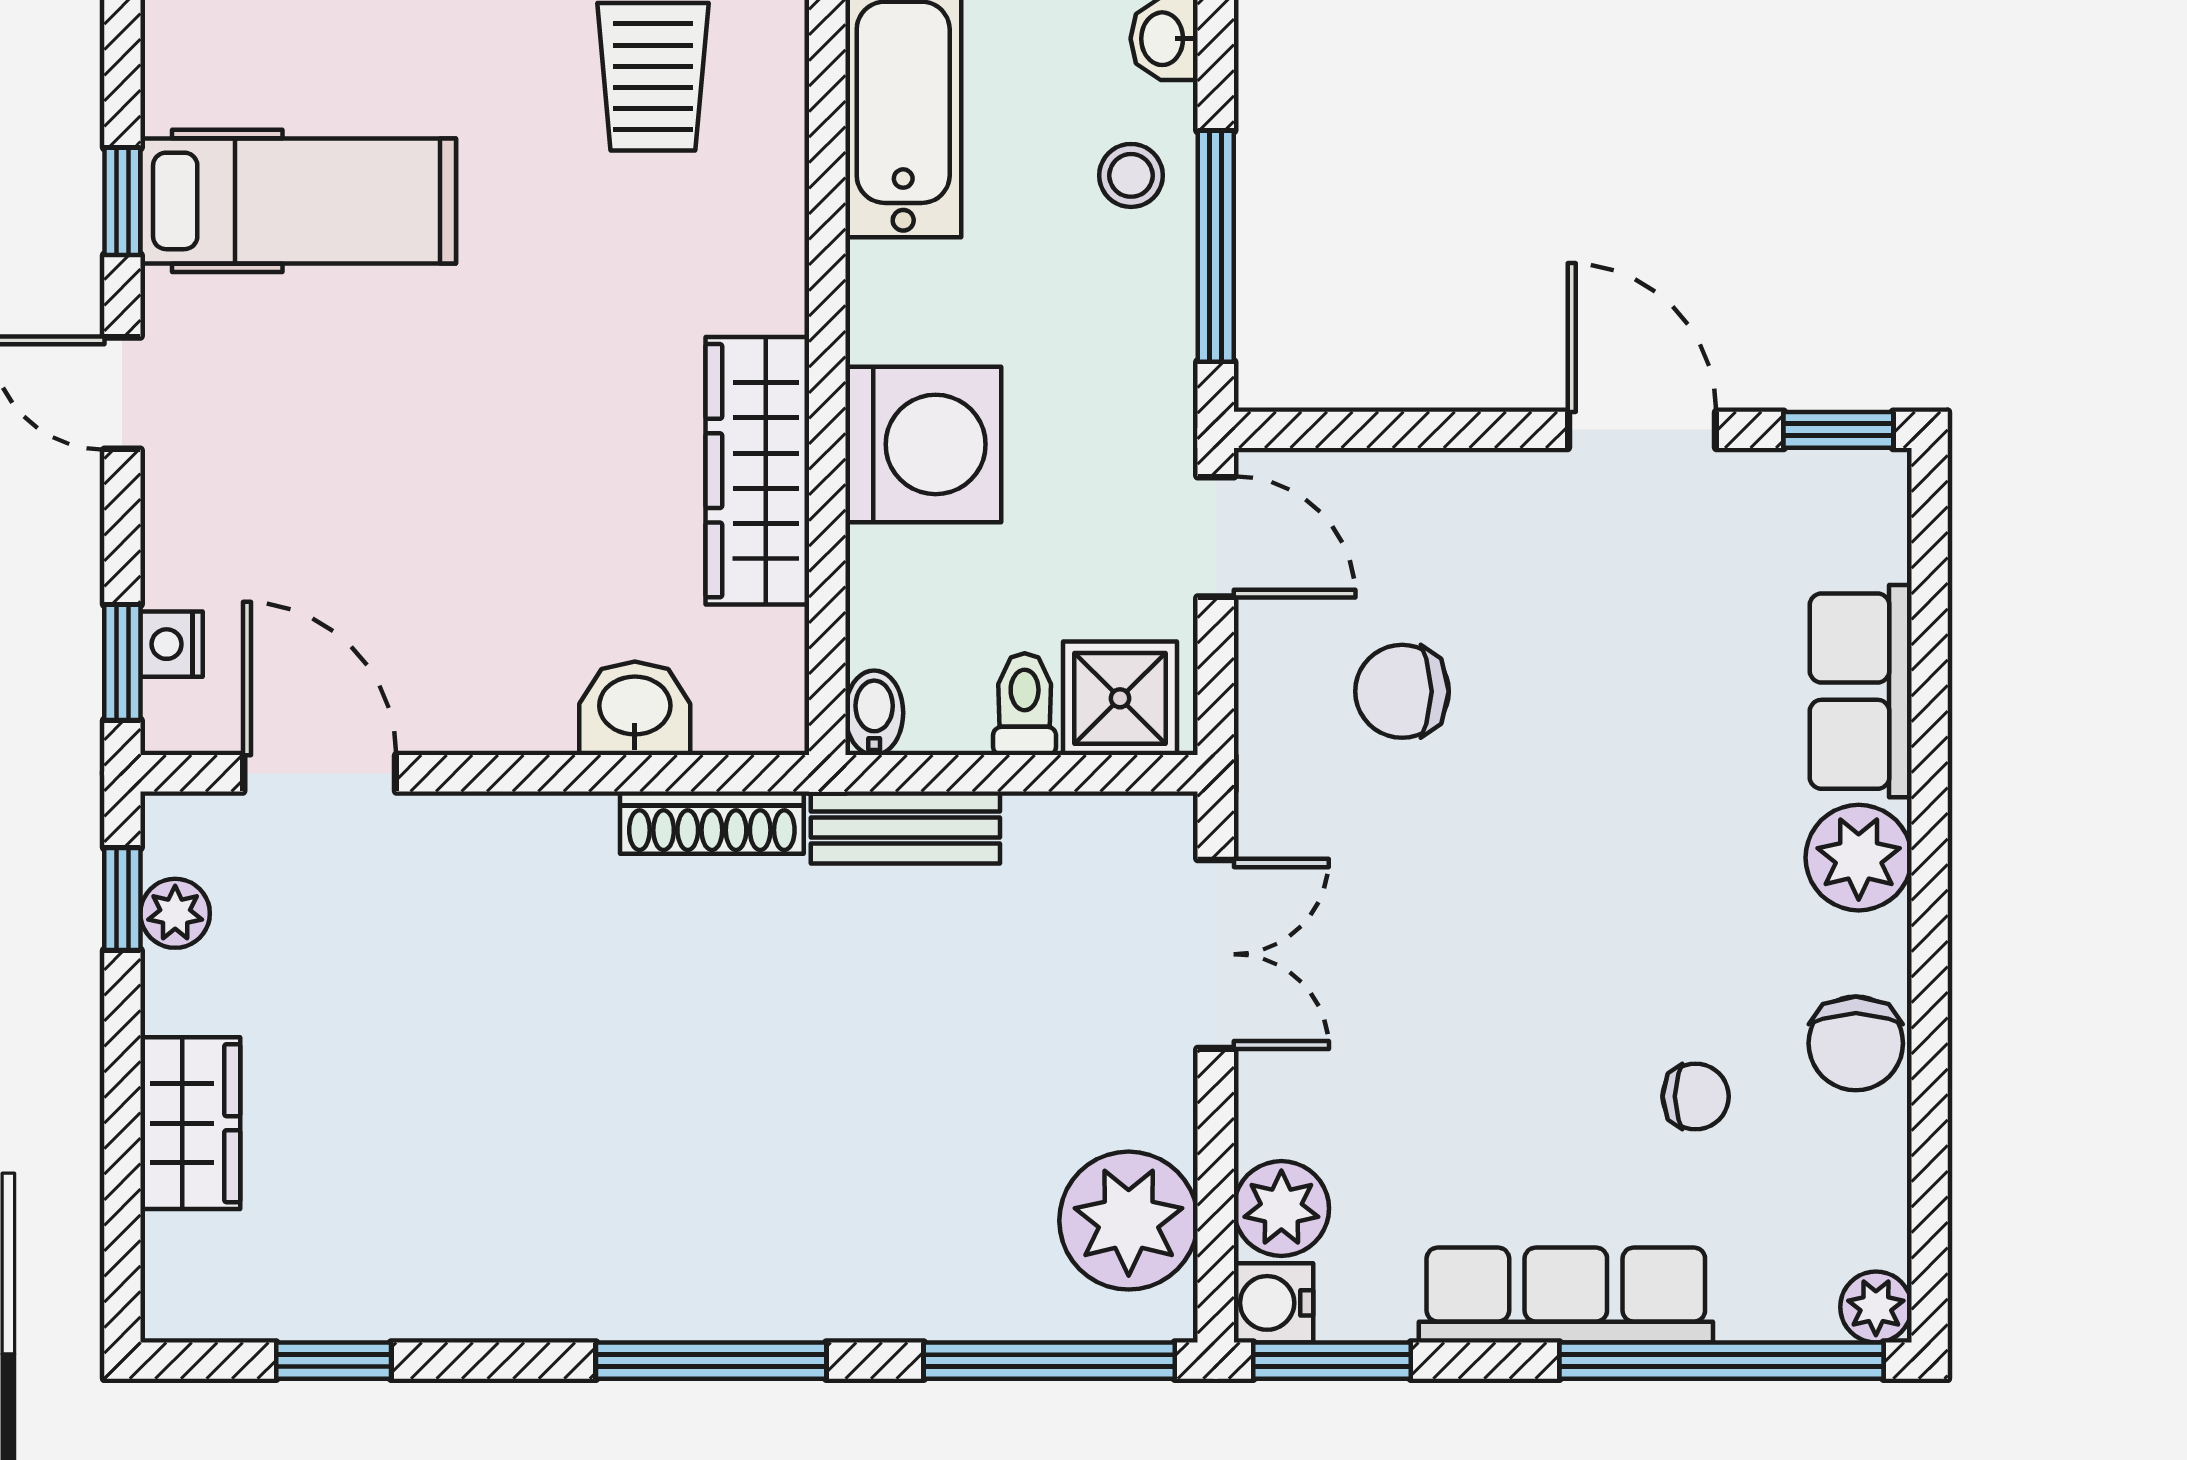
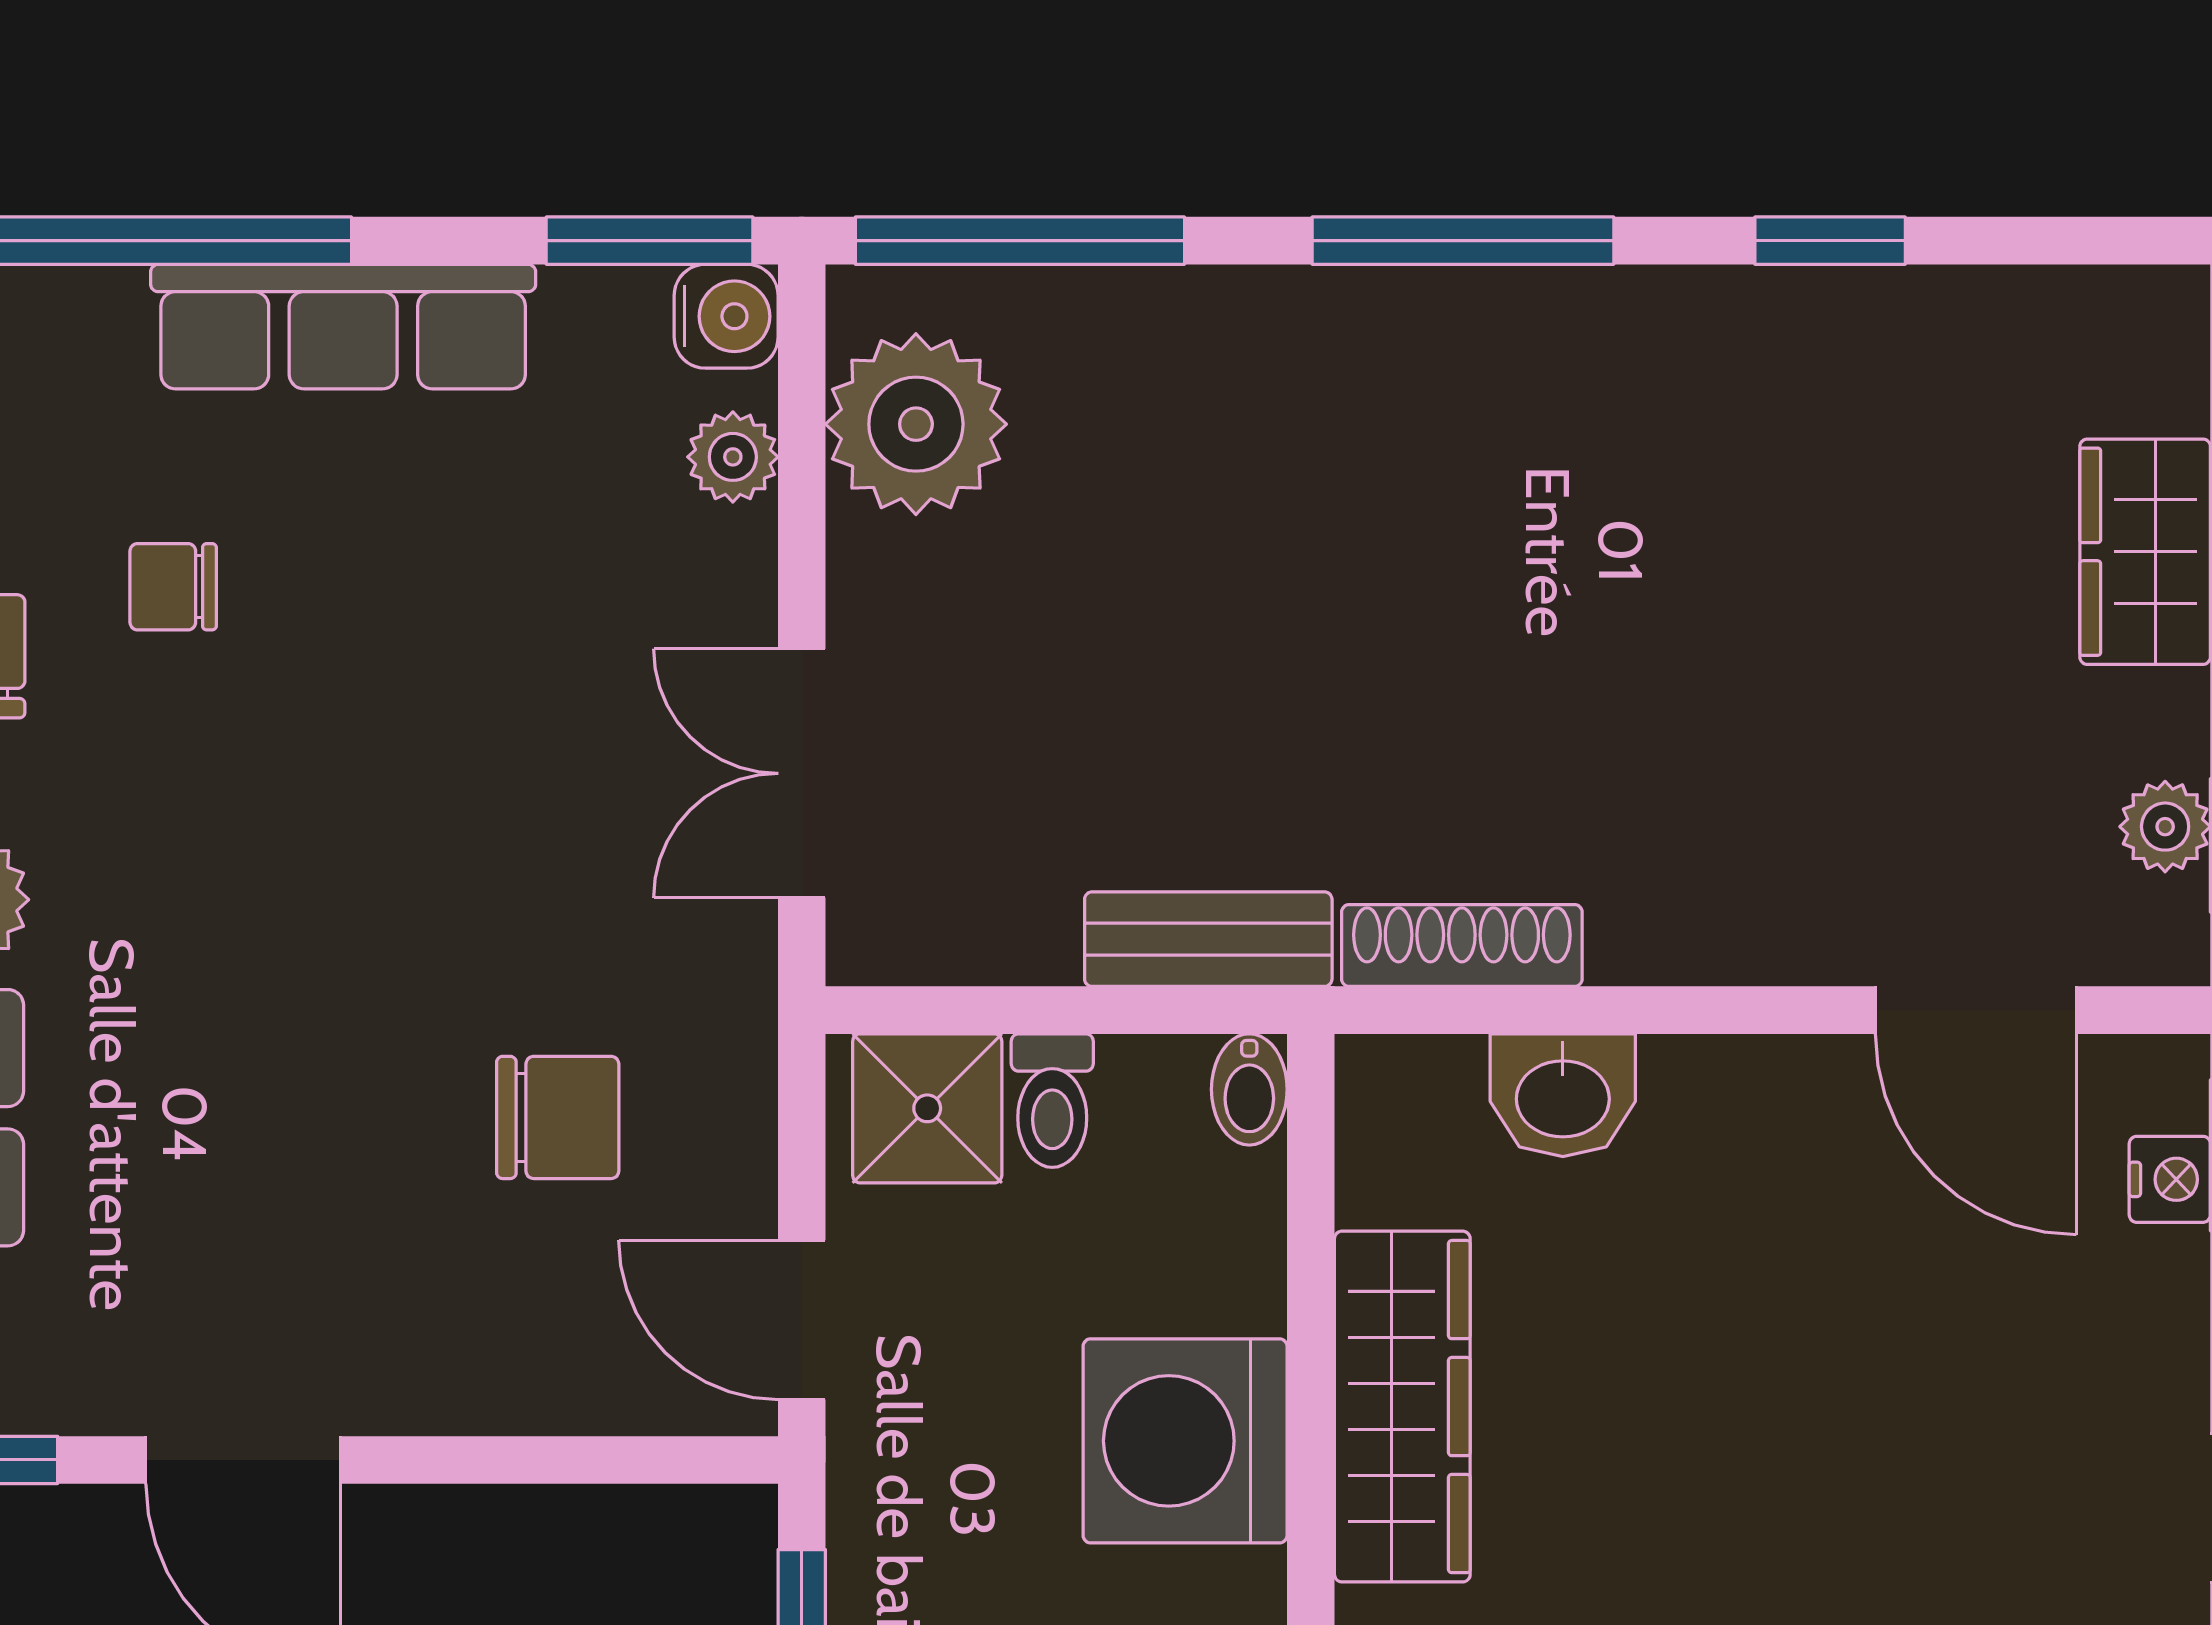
plant: (1281, 1208) -> (733, 457), width x0.73, depth x0.73
window: (334, 1361) -> (1830, 241), moved

